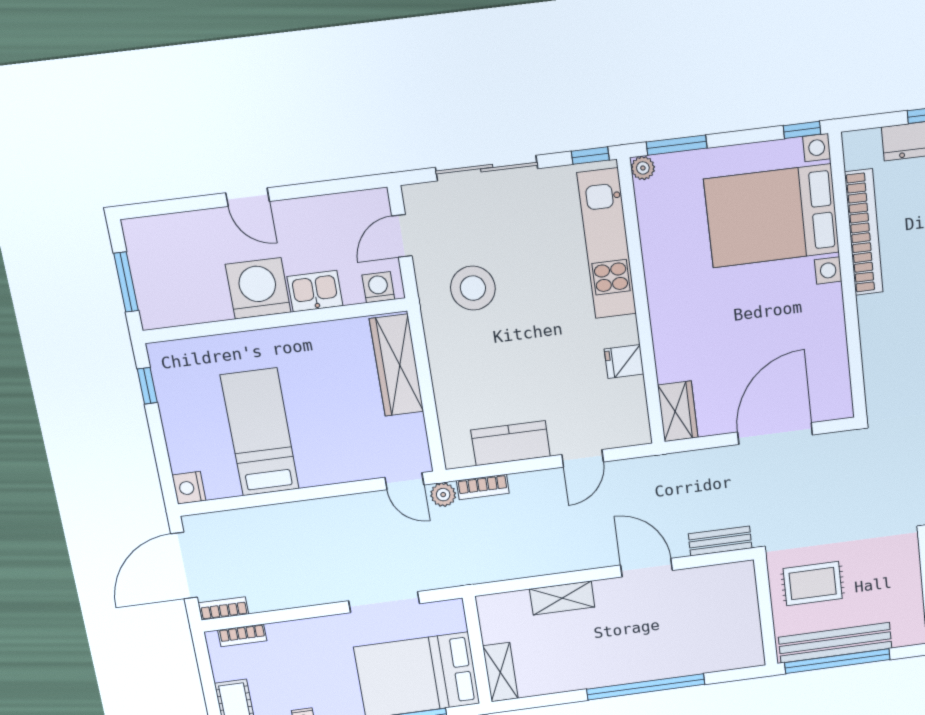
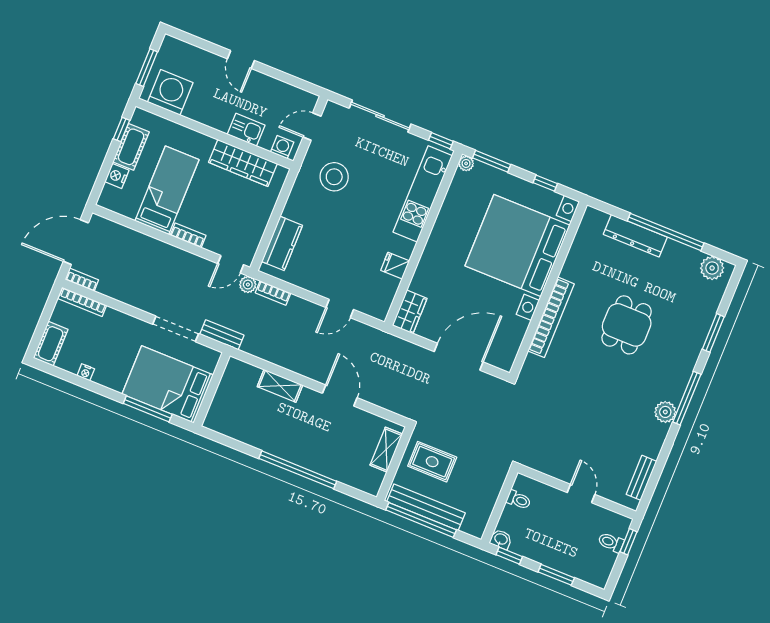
window: (802, 130) -> (545, 183), moved
bed with nightstands: (772, 216) -> (517, 246), width x1.36
bookcase: (864, 232) -> (551, 317), moved
washing machine: (258, 288) -> (170, 92), moved
wardrobe: (397, 365) -> (243, 163), moved, turned -90
cot: (175, 402) -> (131, 147), added
kitchen counter: (511, 443) -> (282, 243), moved, turned 90
bookcase: (325, 475) -> (188, 235), added
door: (404, 481) -> (231, 264), hinge flipped
nightstand: (189, 488) -> (117, 176), moved
bench: (720, 541) -> (222, 335), moved
bookcase: (242, 635) -> (82, 302), width x1.56
shelving: (500, 672) -> (386, 450), moved

